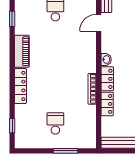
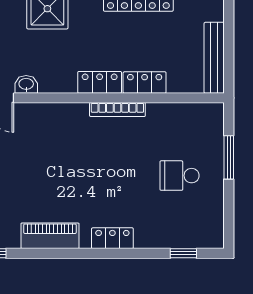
washbasin: (106, 60) -> (26, 84), moved
locker: (20, 86) -> (112, 238), width x0.66

